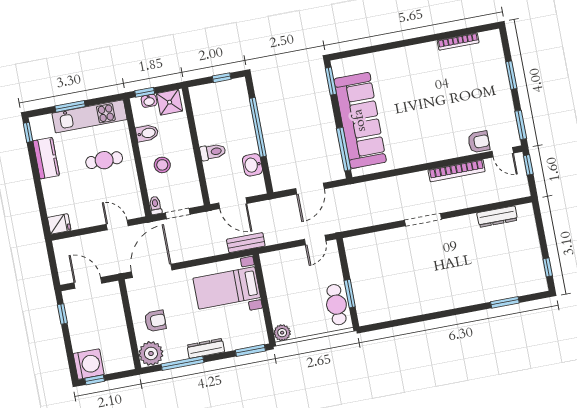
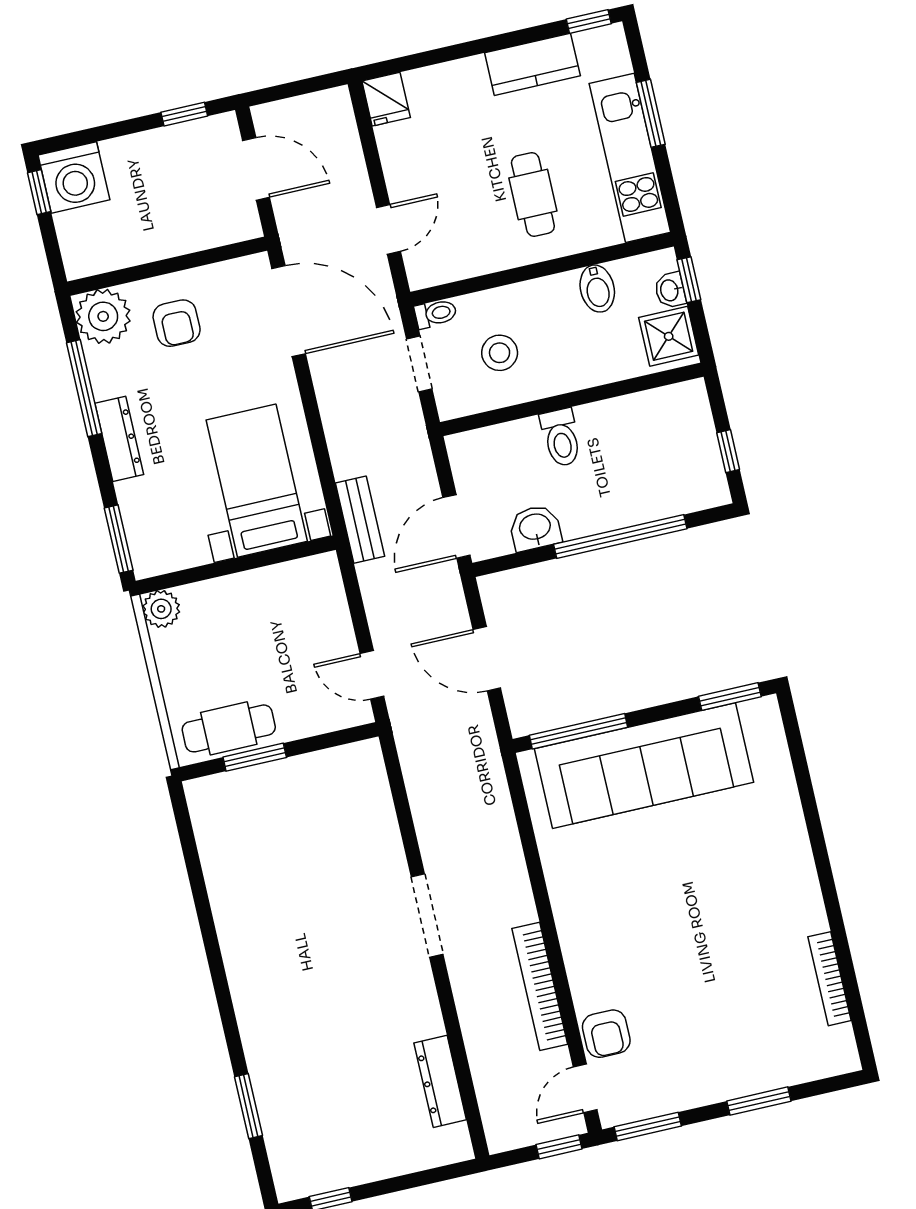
stool: (162, 165) -> (500, 353), moved
door: (233, 203) -> (456, 526), moved
door: (88, 283) -> (256, 169), hinge flipped

